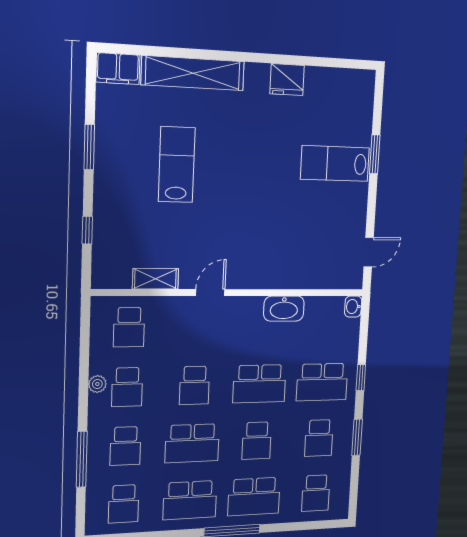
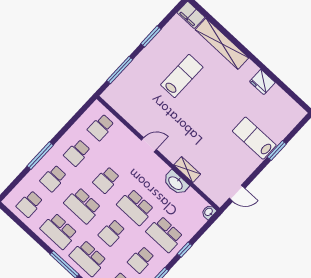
window: (87, 230) -> (120, 70), width x2.17
shelving: (155, 279) -> (187, 170), moved
plant: (97, 384) -> (66, 139), removed
window: (82, 459) -> (40, 156), moved

